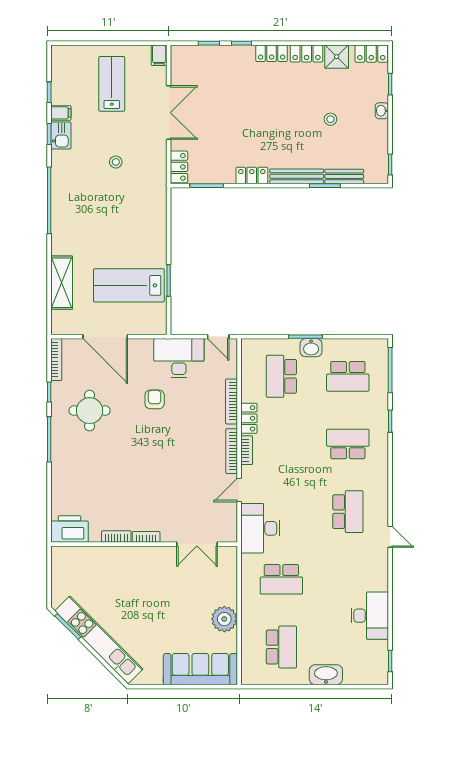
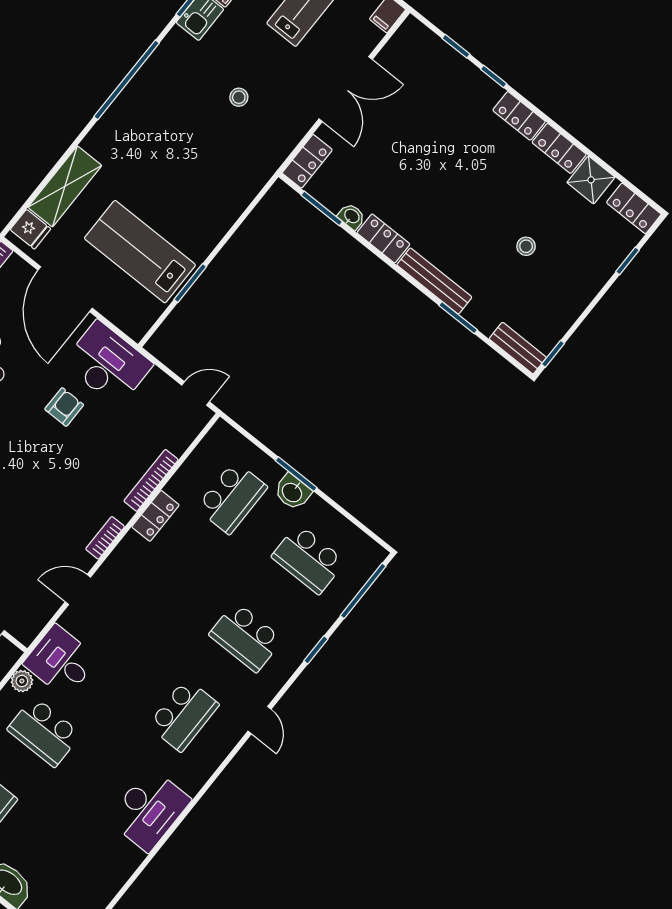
washbasin: (382, 111) -> (352, 216), moved, turned 90
bench: (344, 176) -> (518, 348), moved
fridge: (62, 320) -> (30, 229), added
door: (218, 337) -> (195, 393), swing flipped
desk: (179, 358) -> (108, 364), moved
school desk: (281, 376) -> (232, 498), turned 180
school desk: (348, 444) -> (246, 637), turned 180
bookcase: (247, 450) -> (123, 551), removed
bookcase: (232, 451) -> (105, 538), width x0.64
desk: (260, 528) -> (61, 661), width x0.73
door: (390, 537) -> (260, 720), moved
plant: (248, 562) -> (22, 681), added
desk: (370, 616) -> (149, 810), moved

